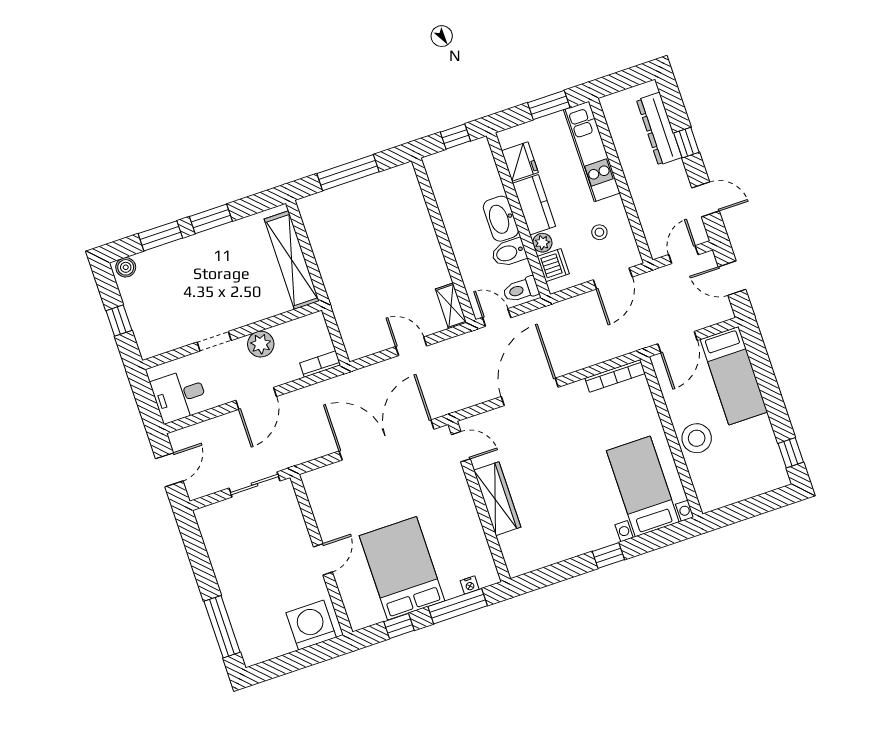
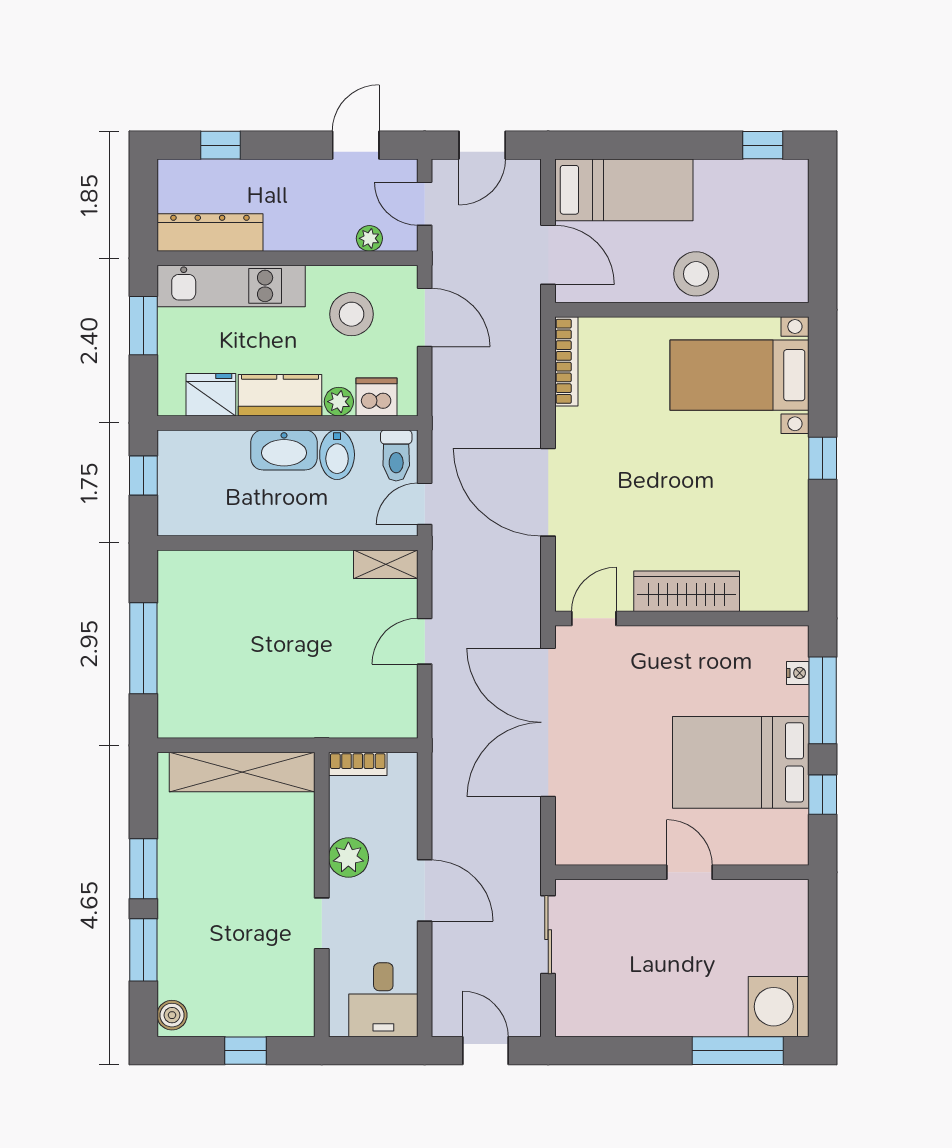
dresser: (659, 129) -> (210, 232), moved, turned 180
window: (686, 143) -> (221, 145), moved
plant: (650, 227) -> (369, 238), added
stool: (599, 232) -> (352, 314), width x1.89, depth x1.89
bookcase: (320, 364) -> (358, 764), moved, turned -90
washing machine: (311, 625) -> (779, 1007), moved

